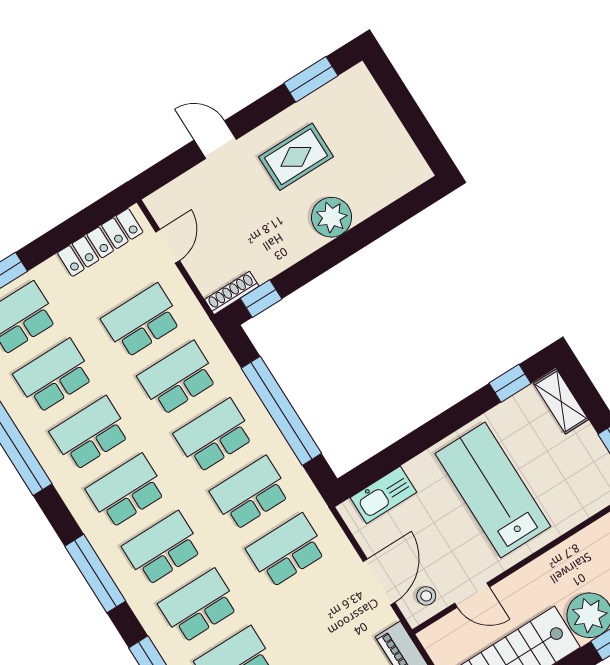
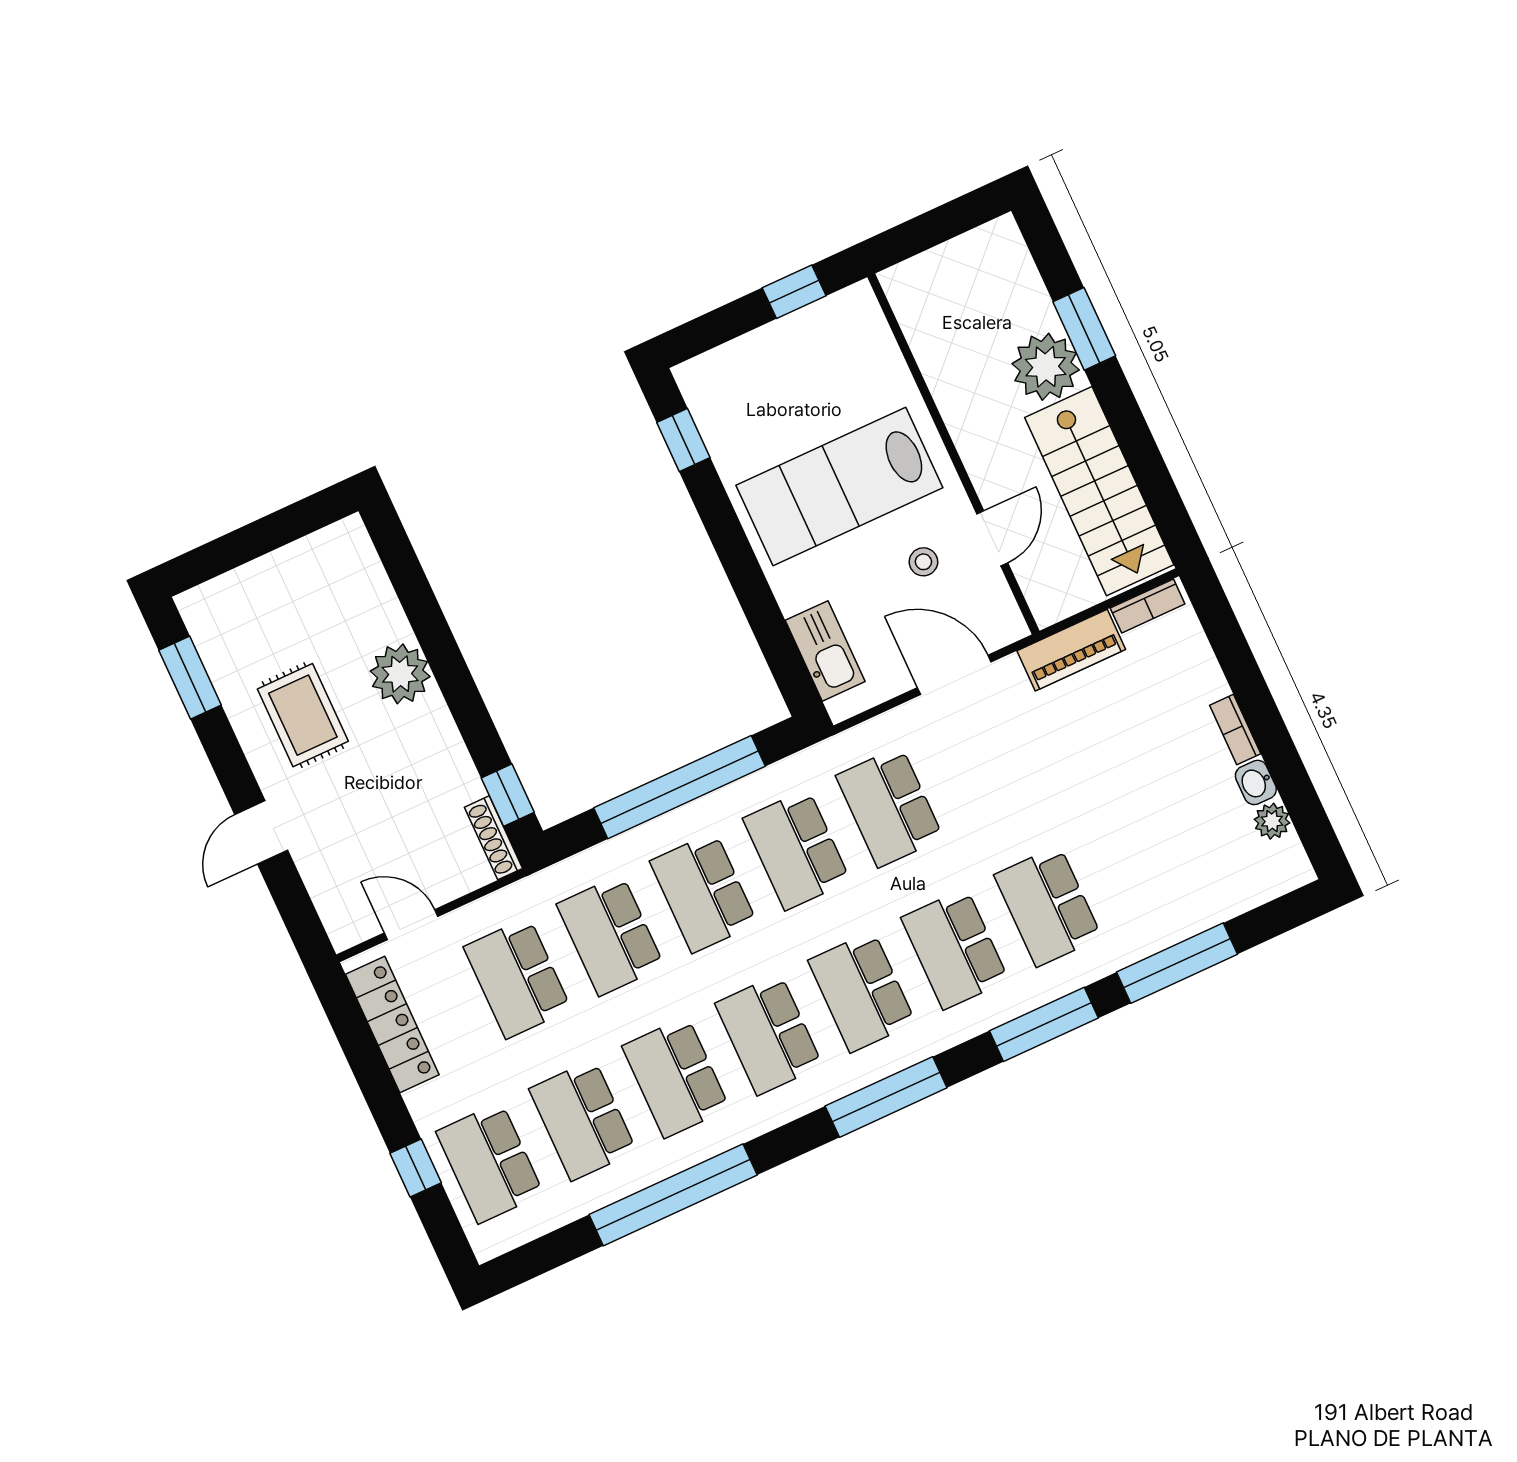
shelving: (561, 401) -> (720, 367), removed
stool: (426, 596) -> (923, 562), moved

